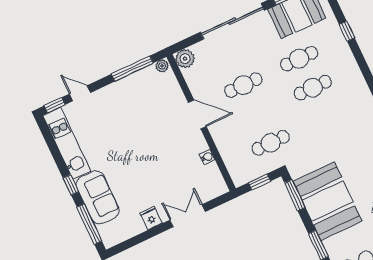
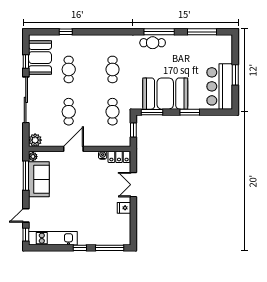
cafe table: (313, 88) -> (113, 69), moved
locker: (215, 180) -> (119, 157), added
sofa: (98, 197) -> (39, 179), moved, turned 90

